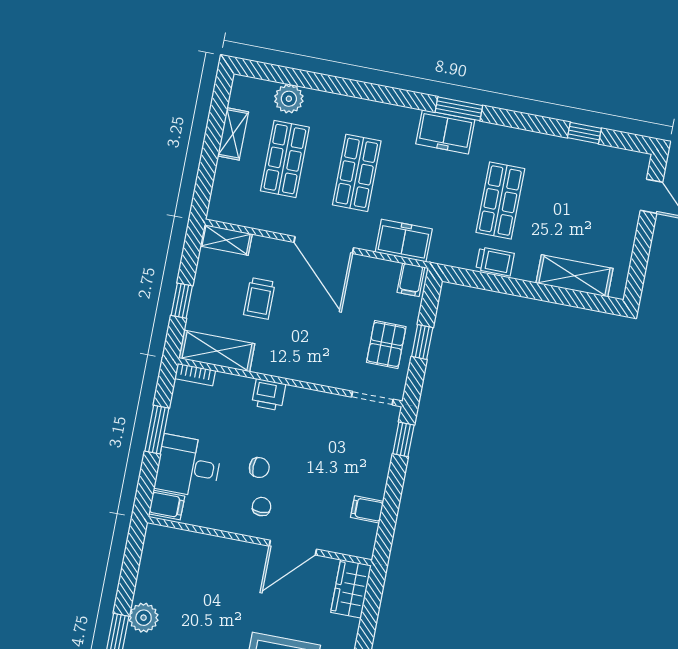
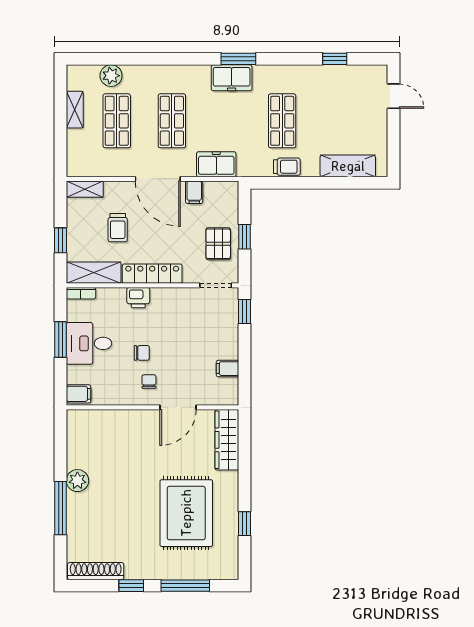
filing cabinet: (411, 280) -> (194, 192), moved
locker: (293, 367) -> (152, 274), added
desk: (188, 466) -> (89, 343), moved
wardrobe: (351, 589) -> (227, 440), width x1.50

